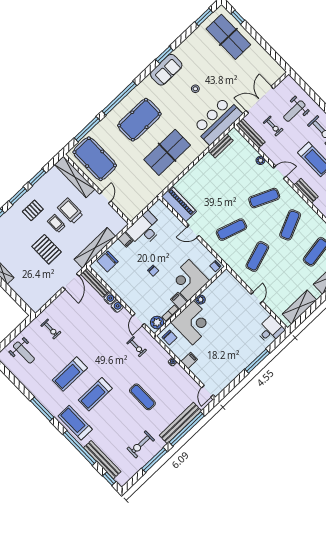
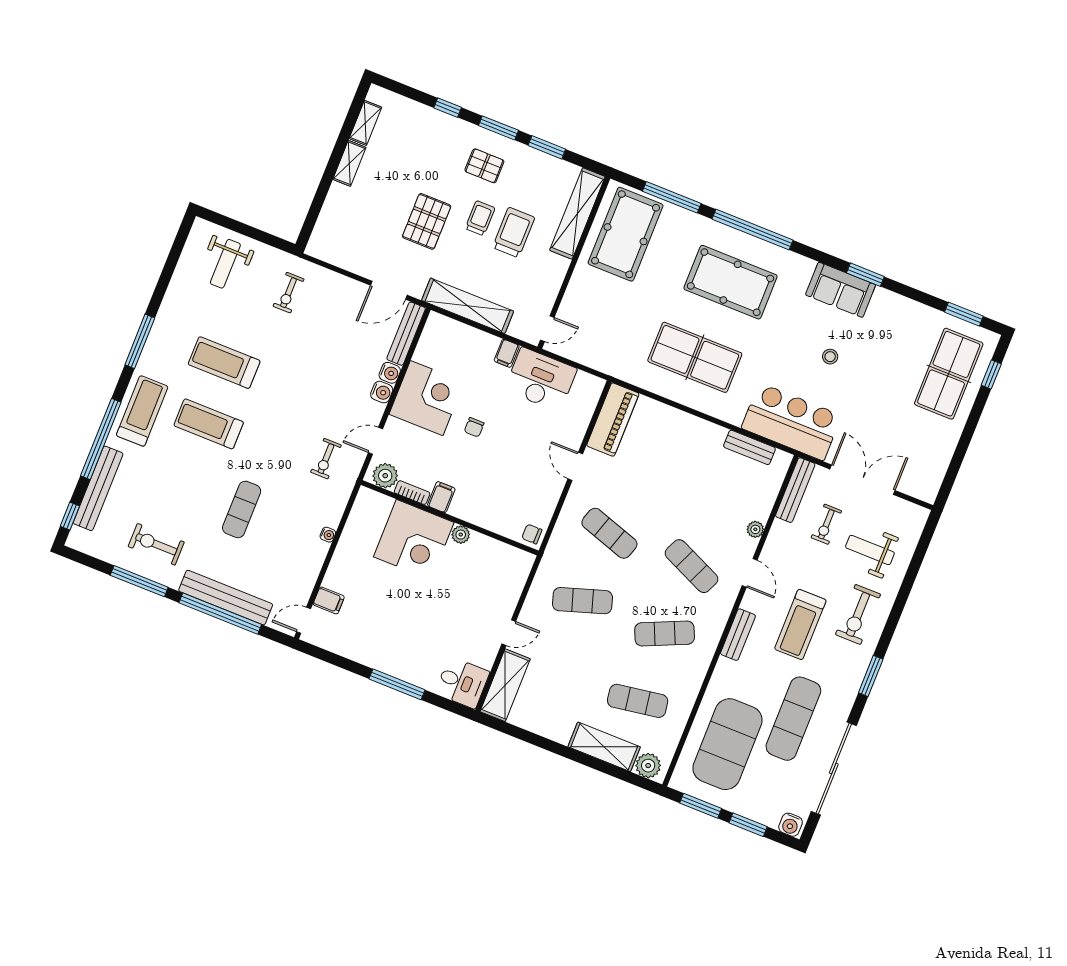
door: (105, 198) -> (547, 329), moved
chair: (108, 261) -> (454, 339), removed
corner desk: (188, 280) -> (427, 398), moved, turned 90
shelving: (299, 307) -> (505, 685), moved, turned 90
chair: (170, 337) -> (369, 510), removed
filing cabinet: (189, 360) -> (329, 600), moved

